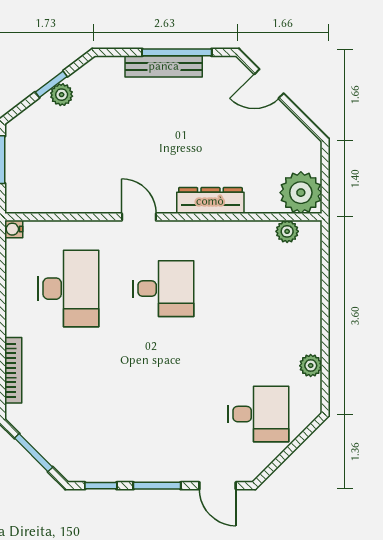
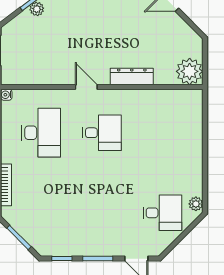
plant: (287, 231) -> (181, 96), removed
plant: (311, 366) -> (196, 204), moved

